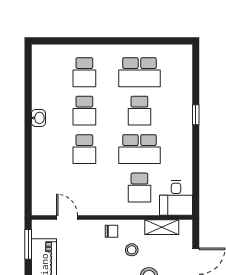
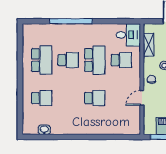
school desk: (84, 111) -> (68, 98), removed
window: (196, 115) -> (71, 21), width x3.17
washbasin: (38, 118) -> (44, 130), moved
door: (67, 217) -> (142, 98), moved

